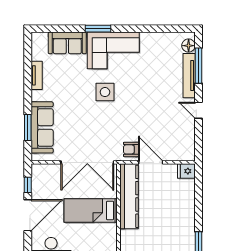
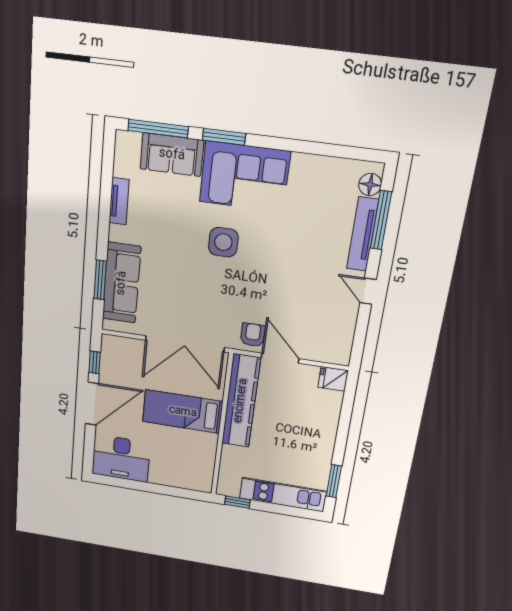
window: (57, 29) -> (158, 129), added
armchair: (131, 149) -> (253, 335), turned 90

